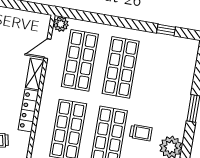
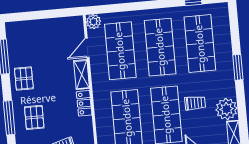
shop shelf: (162, 74) -> (200, 44), added
locker: (28, 111) -> (84, 103), width x0.66

